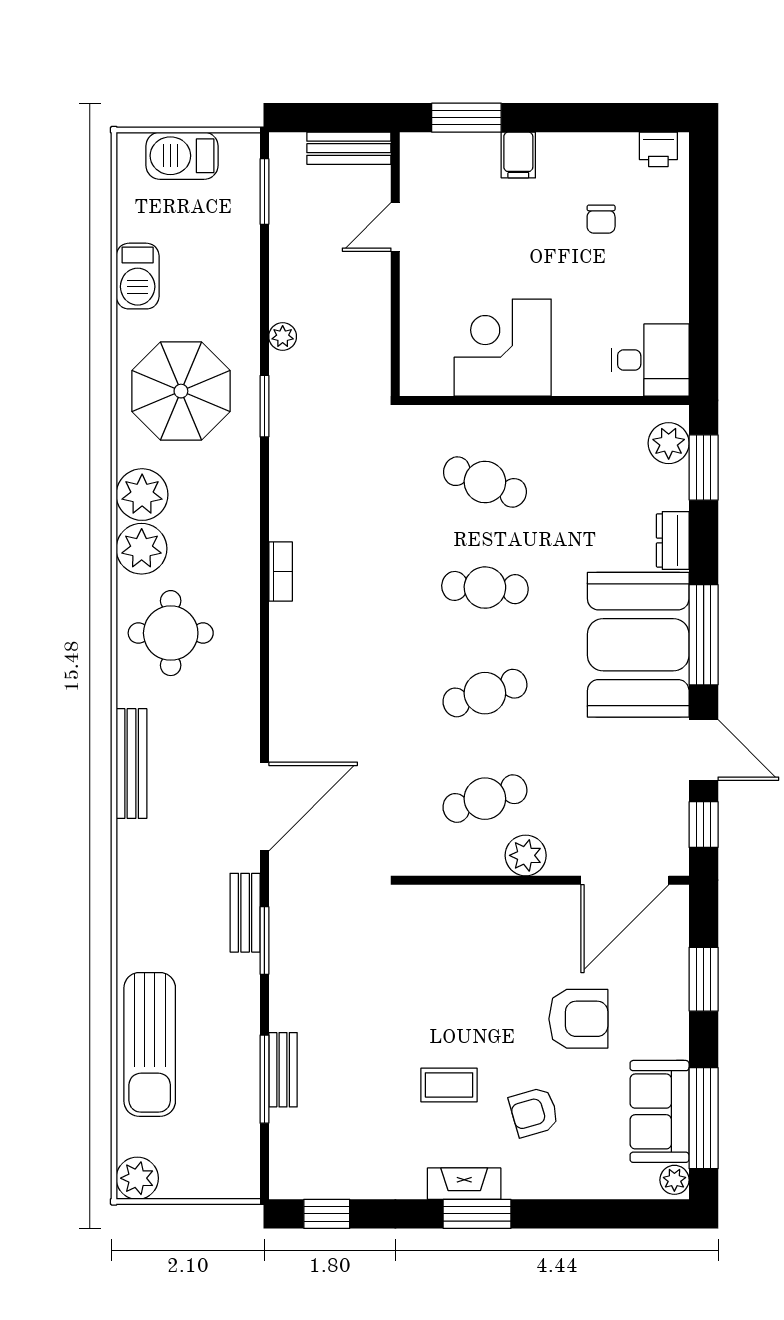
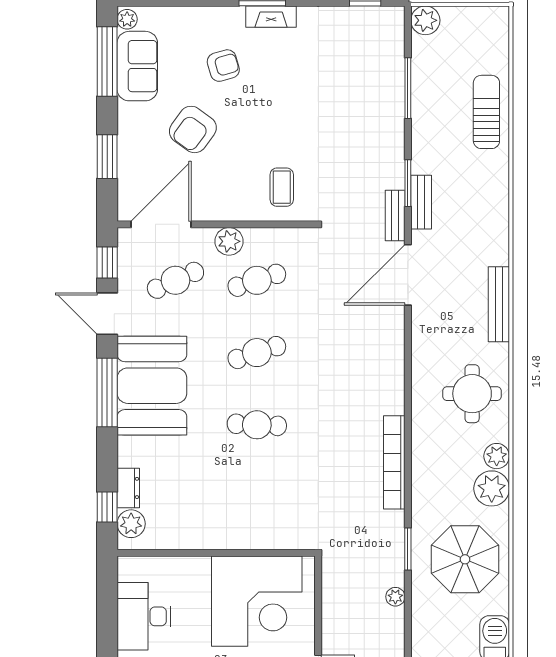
corner desk: (503, 348) -> (257, 601), width x1.36, depth x1.36
desk: (650, 360) -> (144, 616), moved, width x1.37
window: (704, 467) -> (107, 507), width x0.67
cafe table: (485, 482) -> (175, 280), moved, turned -45
dresser: (673, 540) -> (128, 488), moved
plant: (142, 549) -> (497, 456), width x0.73, depth x0.73
bookcase: (281, 571) -> (394, 462), width x2.31, depth x1.31
armchair: (578, 1019) -> (193, 129), turned -54
sun lounger: (150, 1044) -> (486, 112), width x0.73, depth x0.75
bench: (283, 1070) -> (395, 216), moved
coffee table: (449, 1085) -> (282, 187), moved, turned 90
plant: (137, 1178) -> (425, 20), moved

